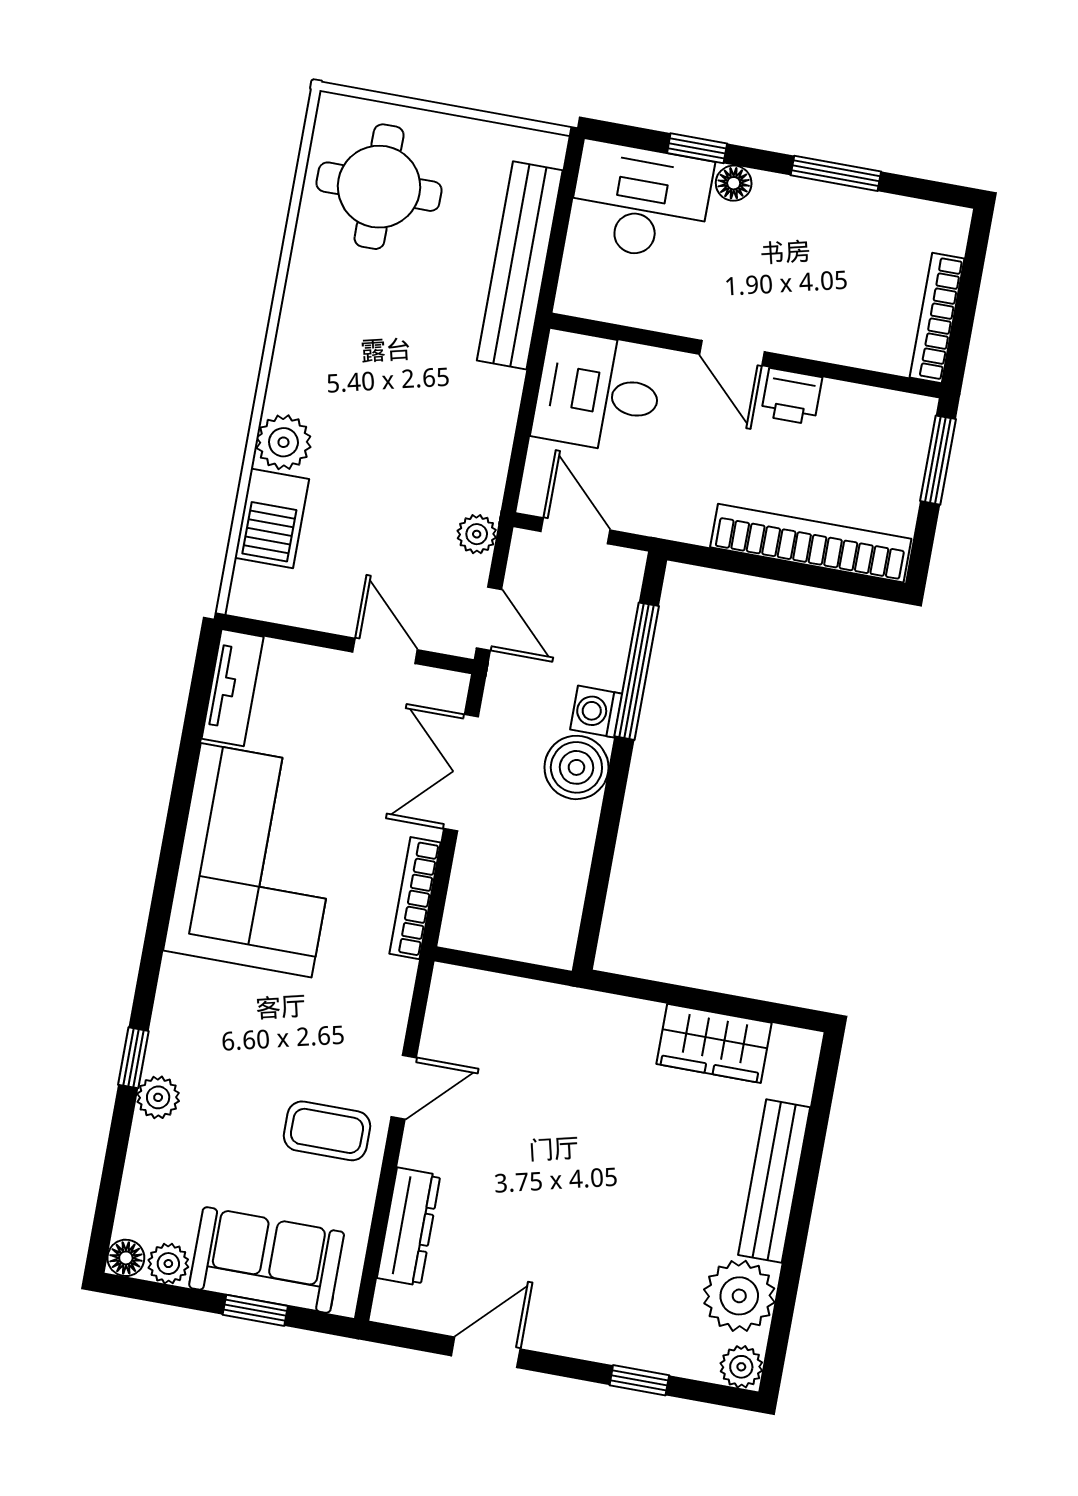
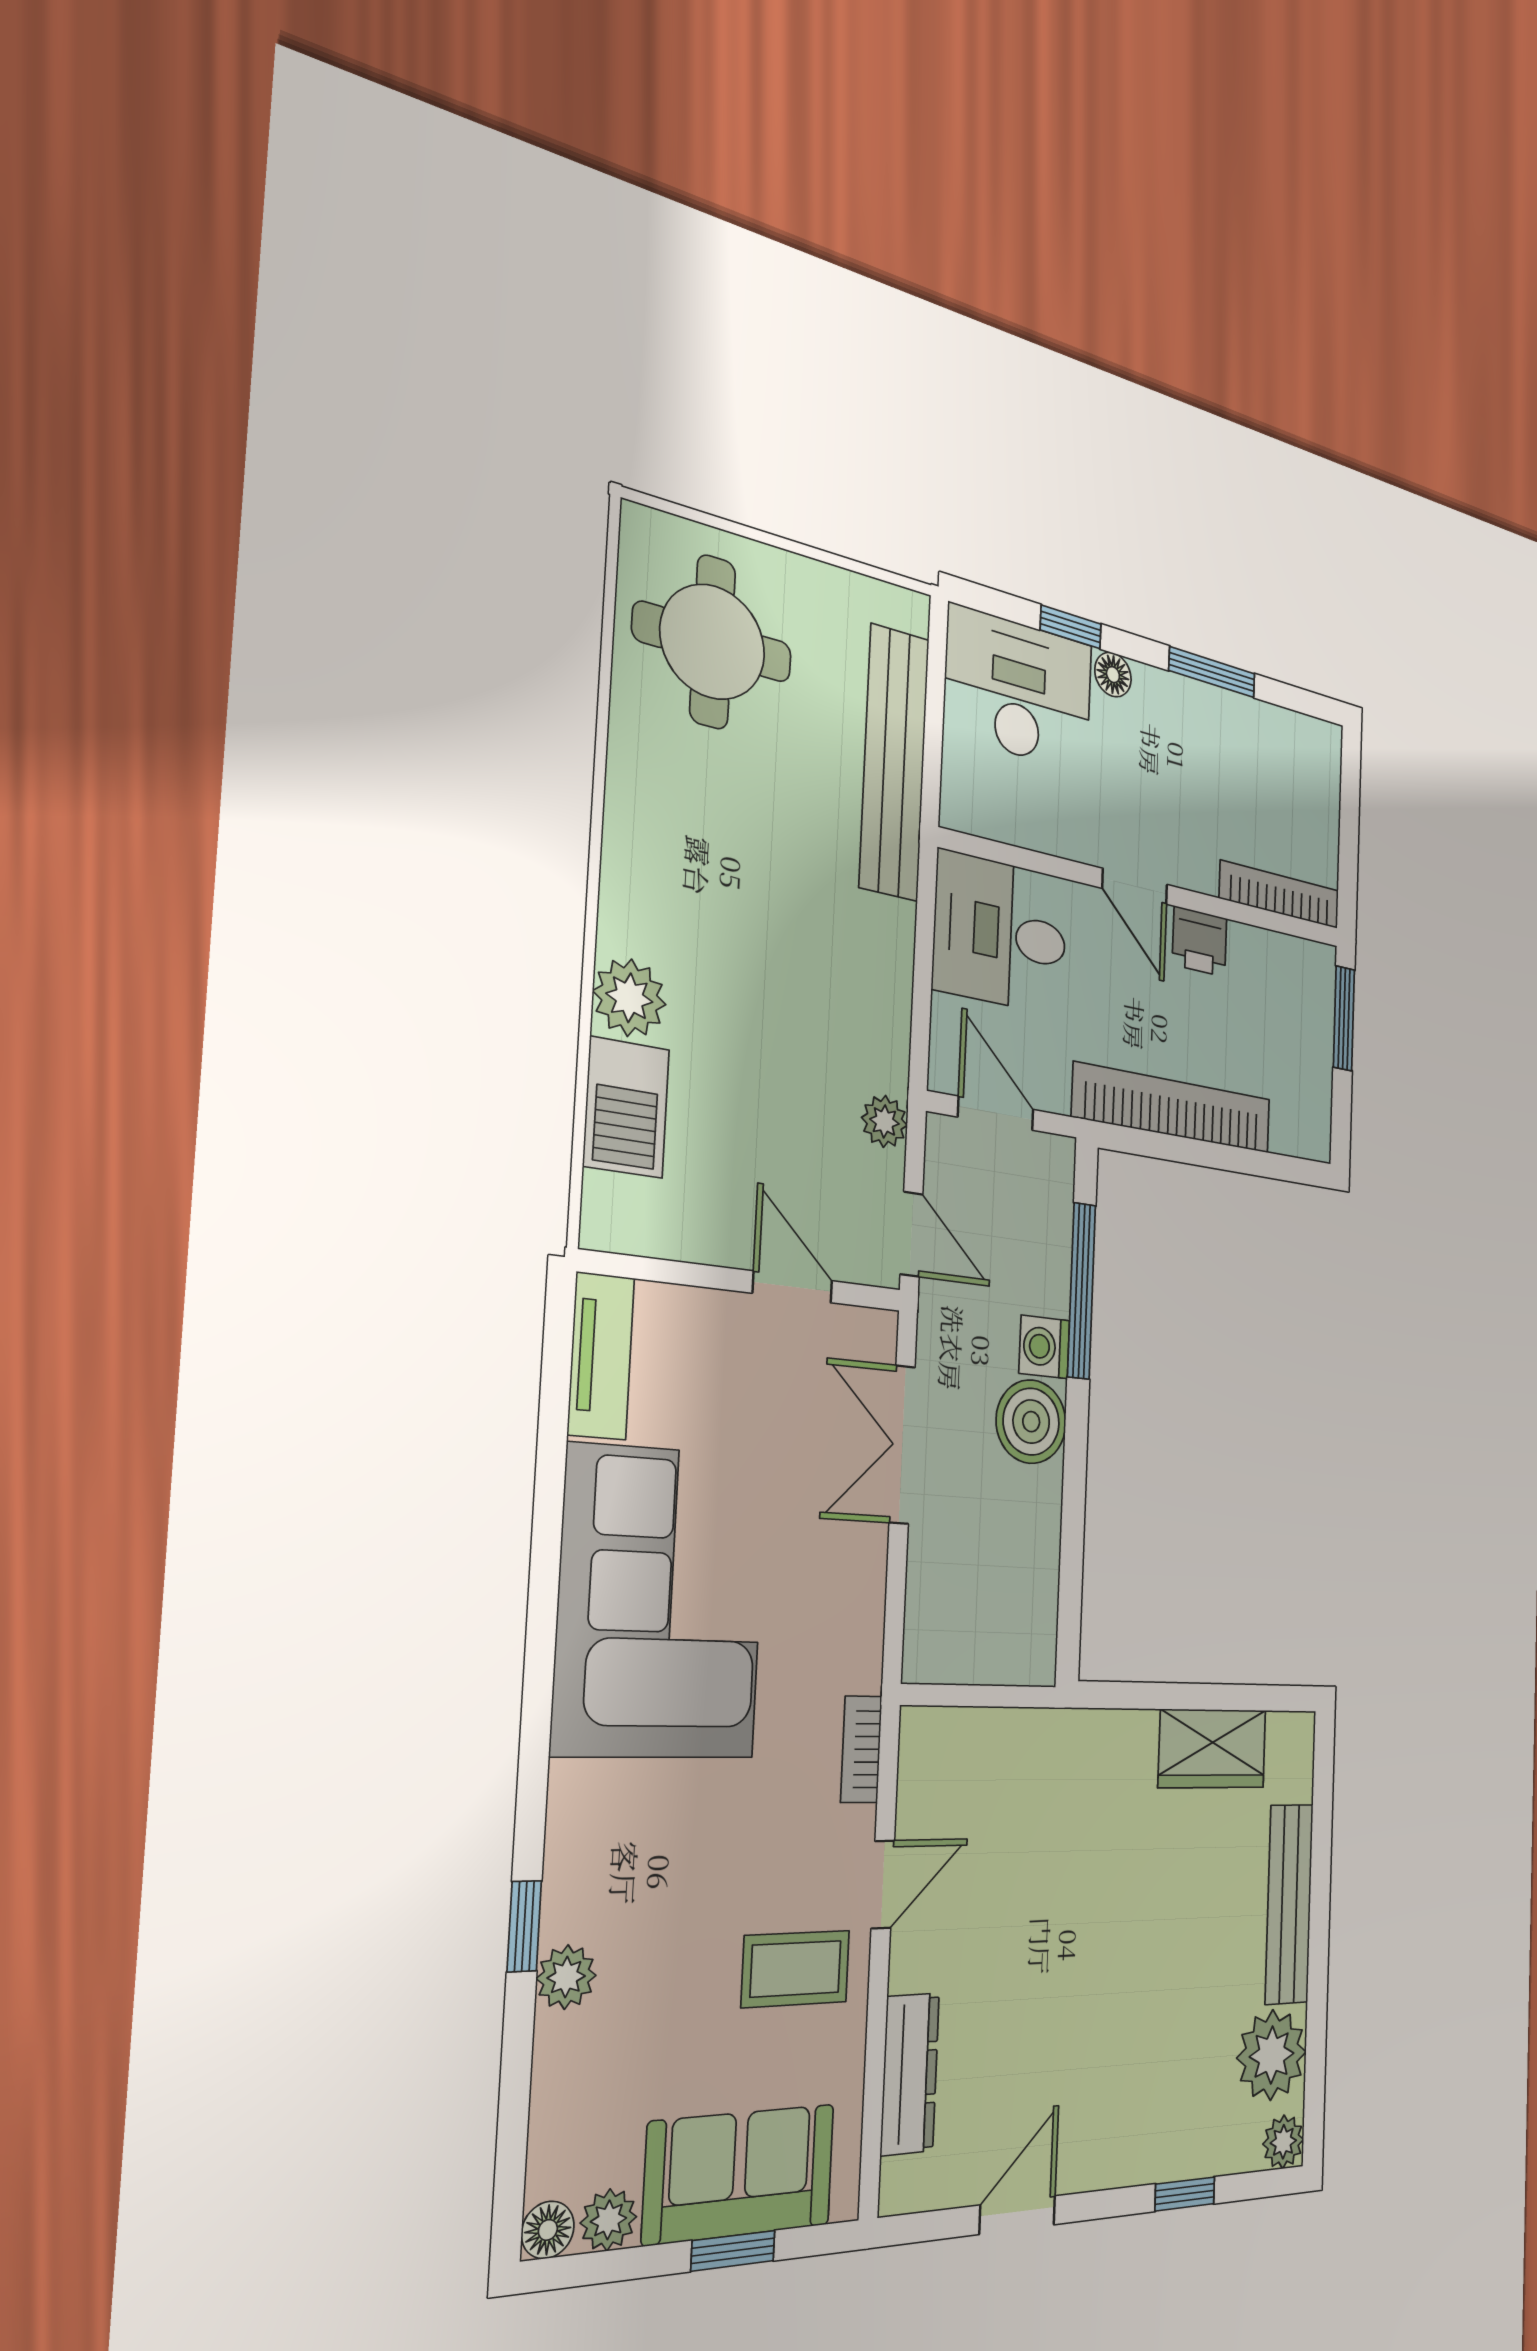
bookcase: (937, 318) -> (1280, 895), moved, turned 90
bookcase: (811, 543) -> (1173, 1108), moved
bookcase: (415, 898) -> (861, 1749), moved, width x0.64

